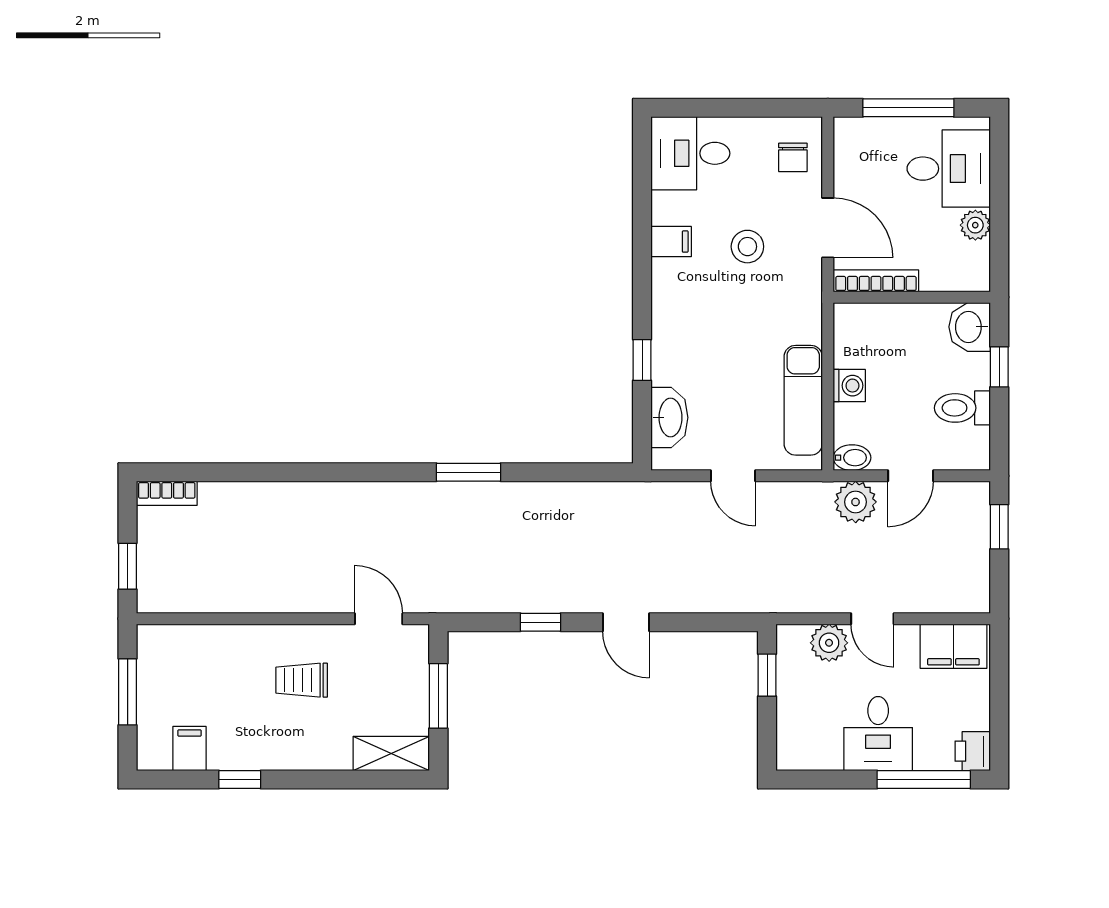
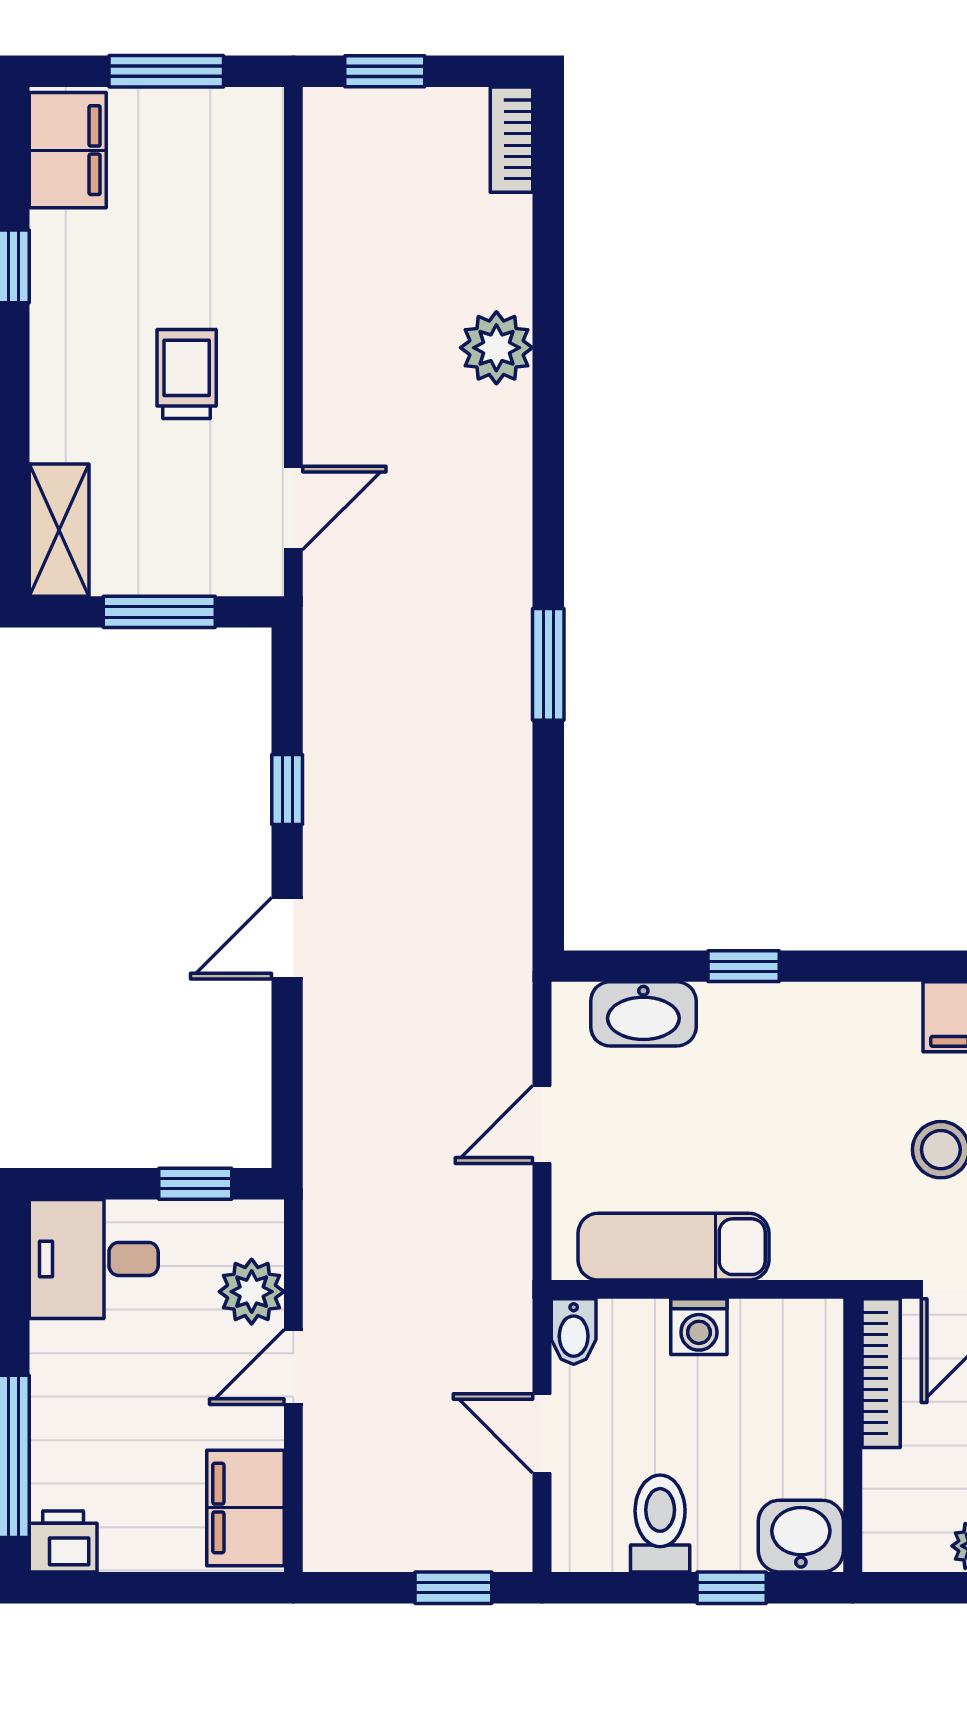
plant: (856, 502) -> (496, 348), moved
desk: (878, 734) -> (94, 1259), moved
filing cabinet: (189, 748) -> (68, 150), width x2.00

